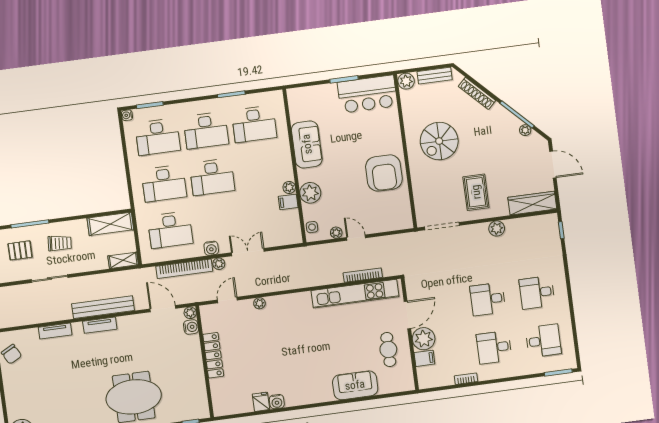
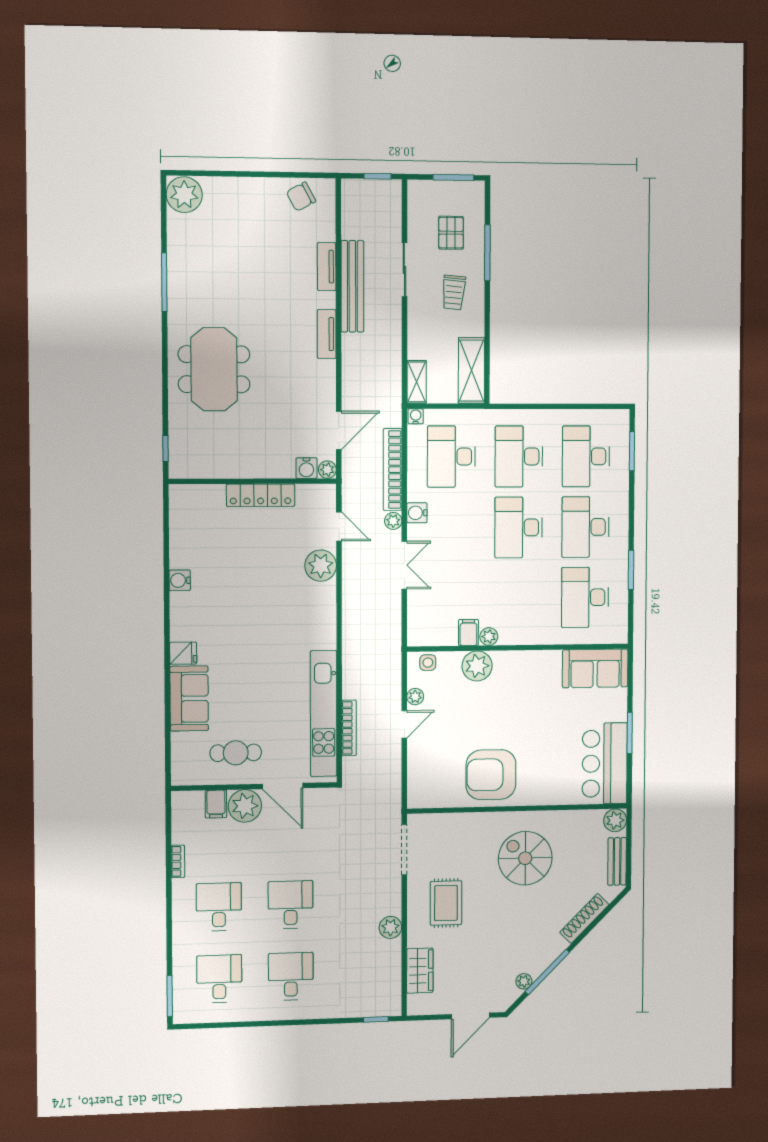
water cooler: (127, 115) -> (416, 416), moved
sofa: (307, 144) -> (595, 668), moved
rug: (476, 192) -> (446, 903), turned 90
wardrobe: (532, 203) -> (420, 971), width x0.67
plant: (259, 303) -> (321, 566), width x1.88, depth x1.88
bench: (103, 307) -> (352, 286), moved
desk: (543, 341) -> (219, 979), turned 180
fridge: (261, 402) -> (183, 653), moved

